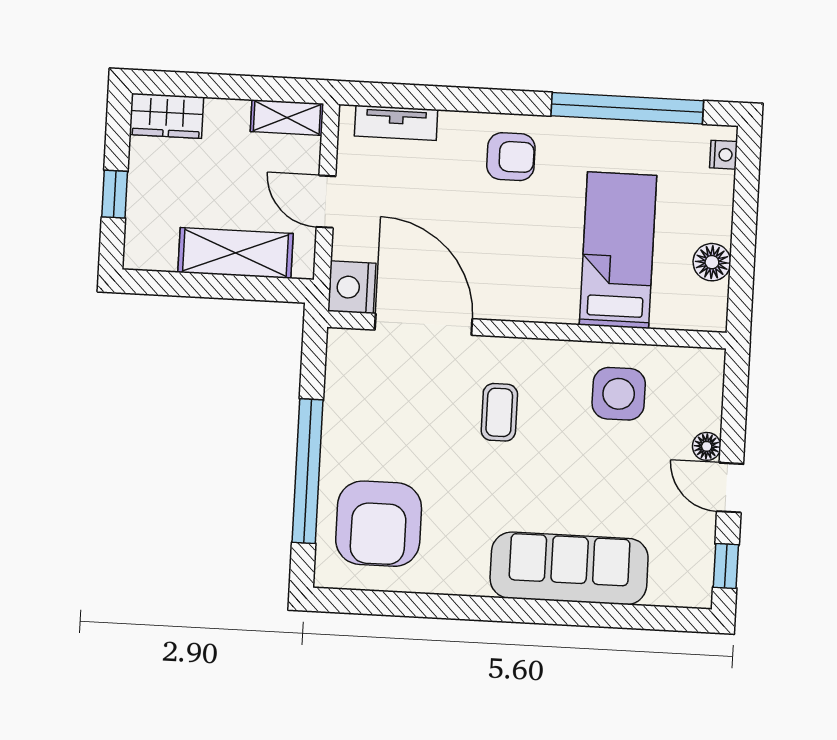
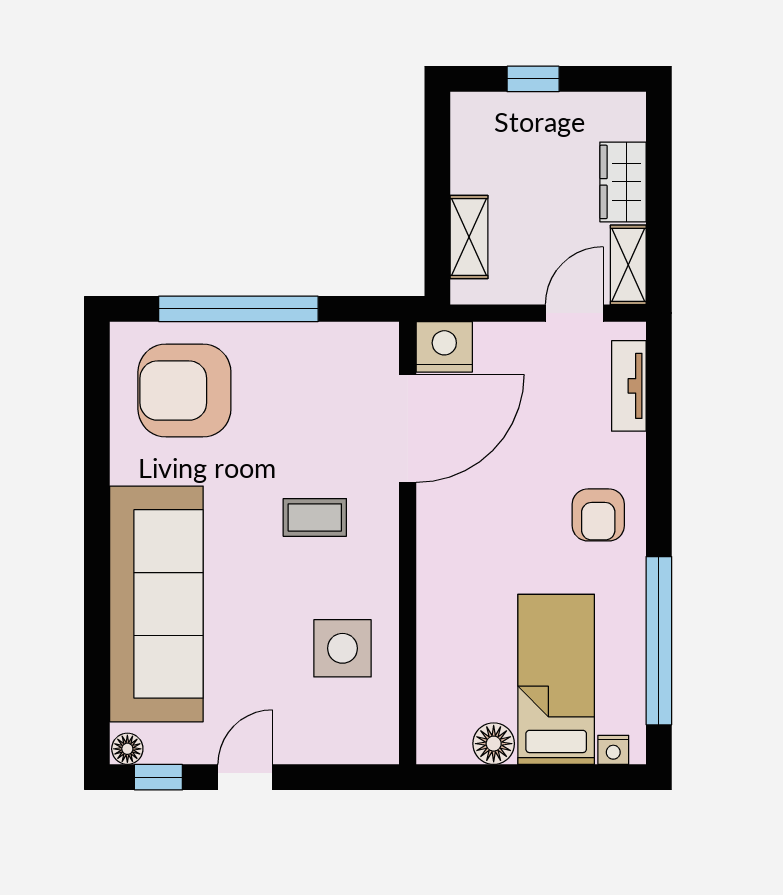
wardrobe: (167, 116) -> (623, 182), moved
door: (326, 202) -> (574, 313), moved
bed: (618, 250) -> (556, 679), moved, turned -90
shelving: (236, 253) -> (469, 237), width x0.67, depth x0.75
floor lamp: (707, 446) -> (127, 749), moved
sofa: (569, 568) -> (156, 604), width x1.36, depth x1.27

